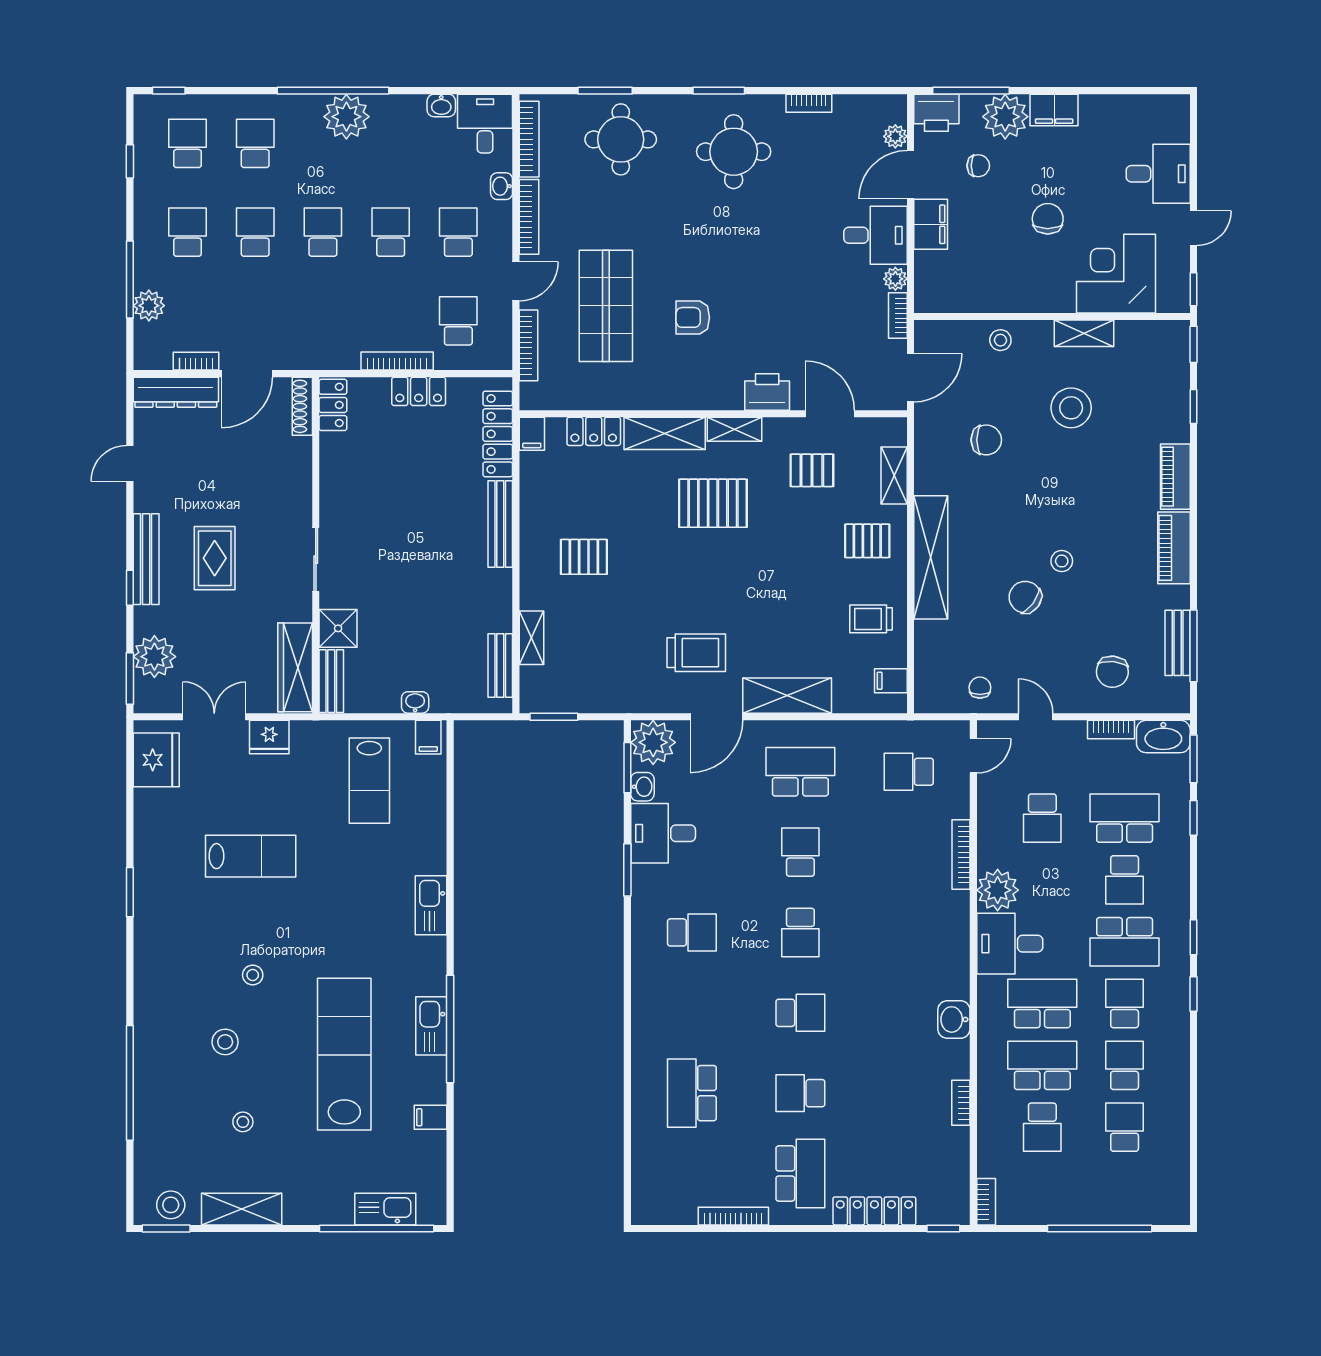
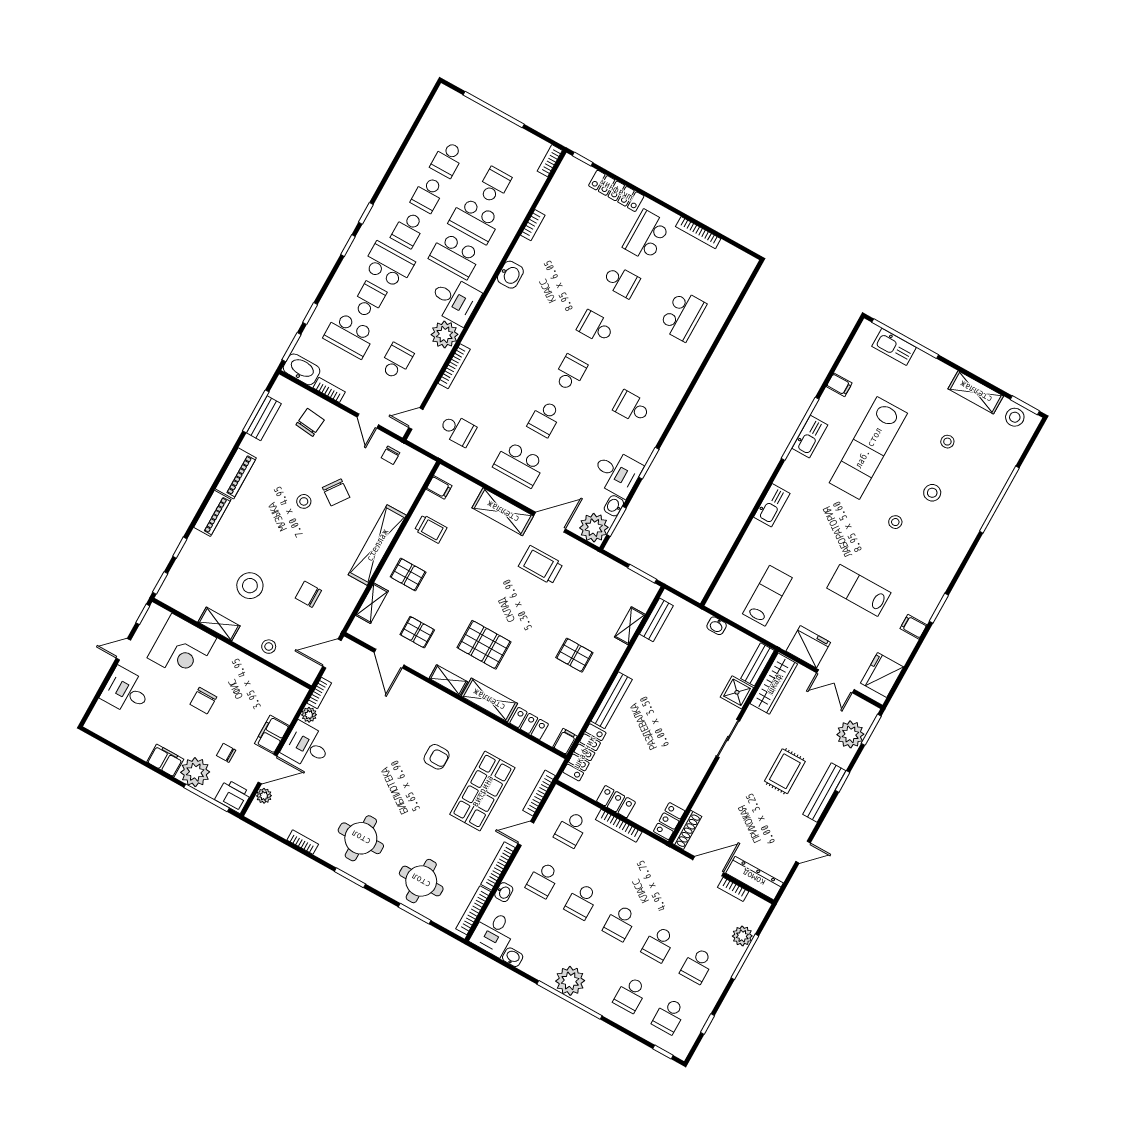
printer: (767, 392) -> (418, 691), removed
fridge: (269, 737) -> (808, 647), width x1.36, depth x1.34
filing cabinet: (428, 737) -> (913, 627), moved, turned -90

